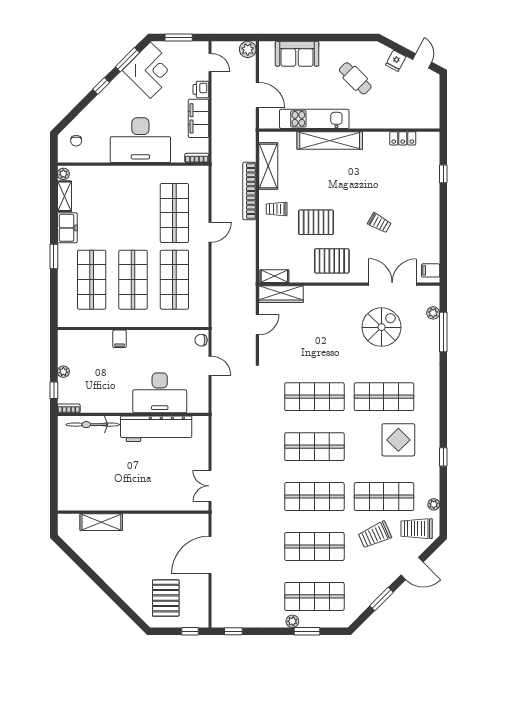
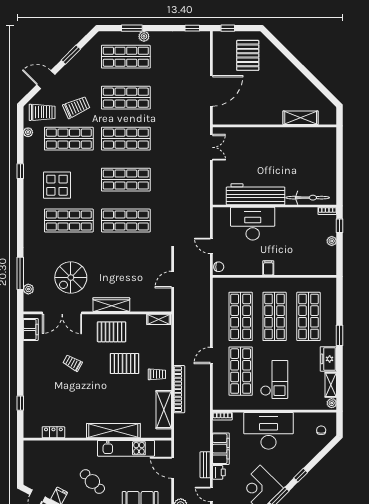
bench: (218, 99) -> (205, 465), added
checkout: (133, 203) -> (274, 379), added
filing cabinet: (431, 270) -> (31, 329), width x2.00
wardrobe: (281, 294) -> (111, 305), moved
filing cabinet: (119, 339) -> (268, 268), moved

